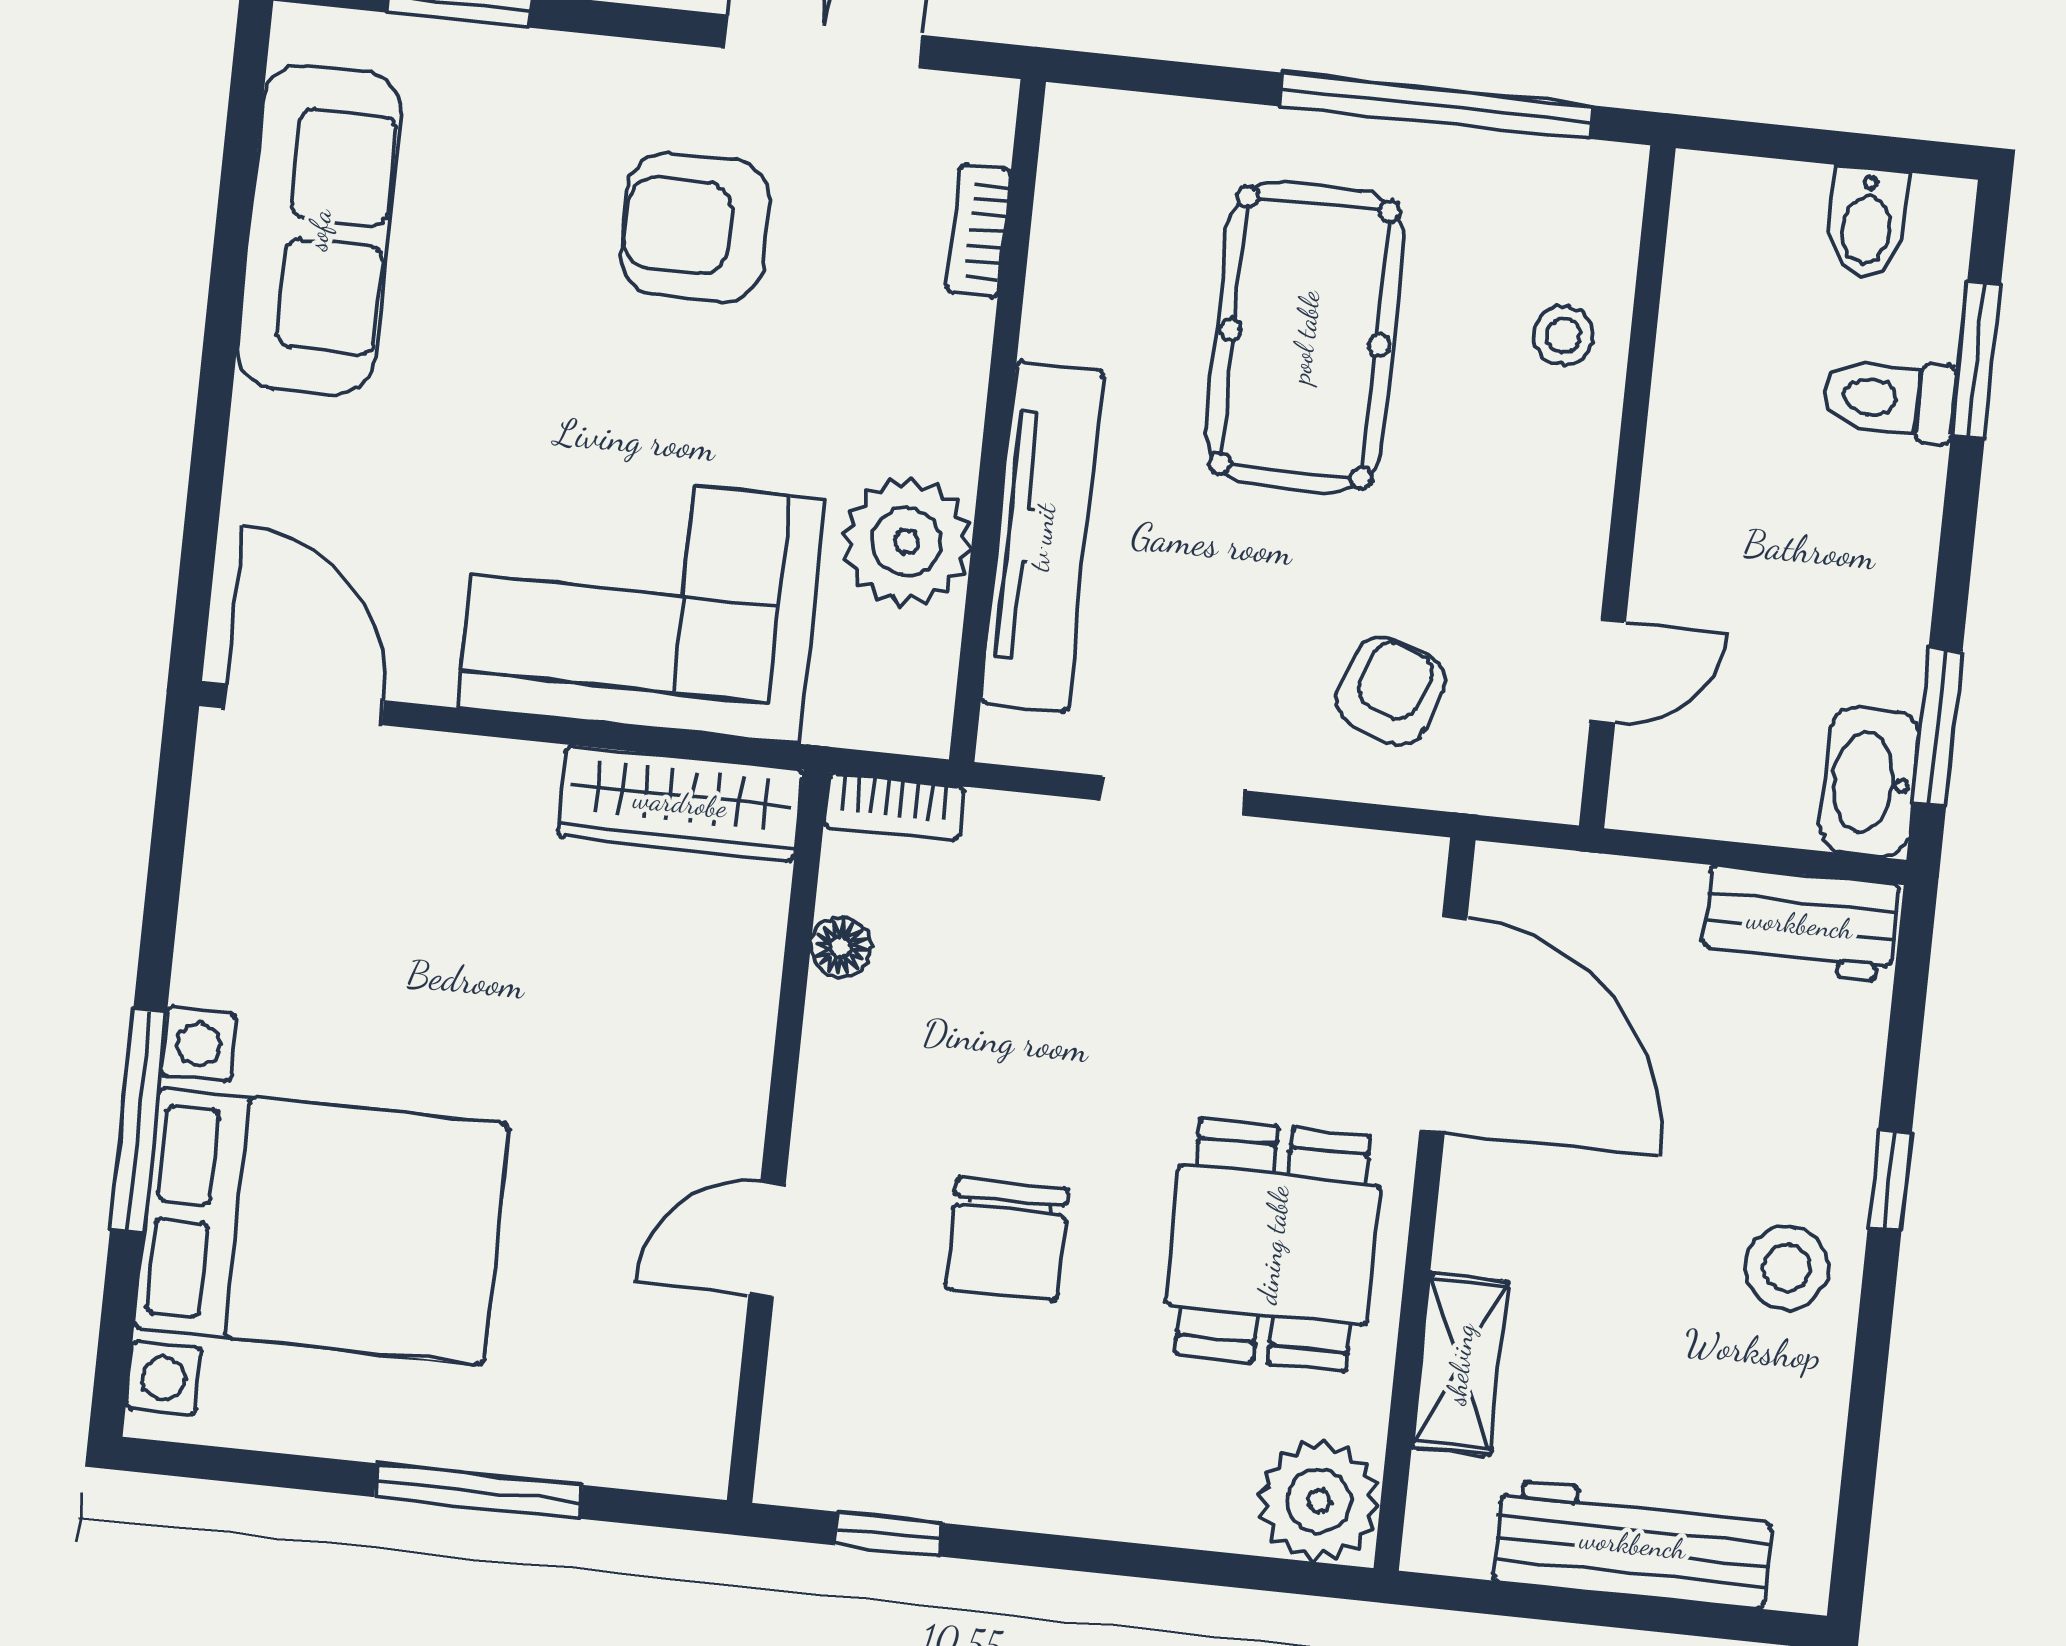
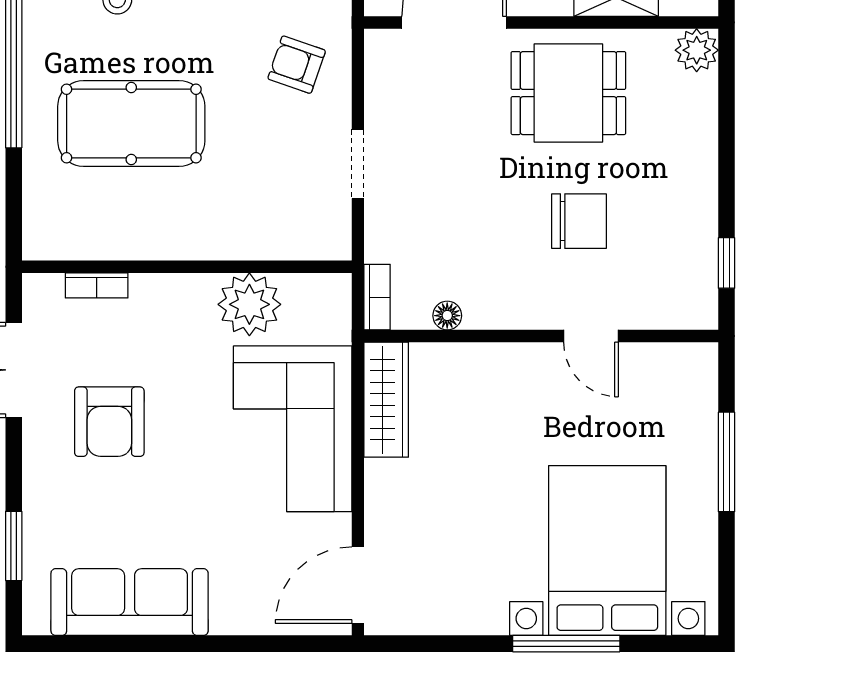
tv unit: (1042, 537) -> (240, 239), removed
plant: (1319, 1501) -> (697, 50), width x0.73, depth x0.73

